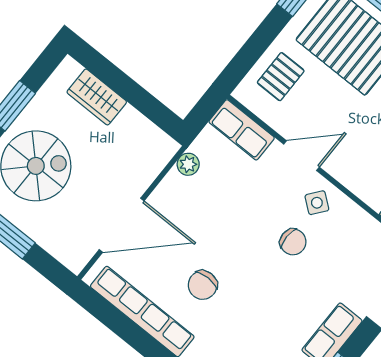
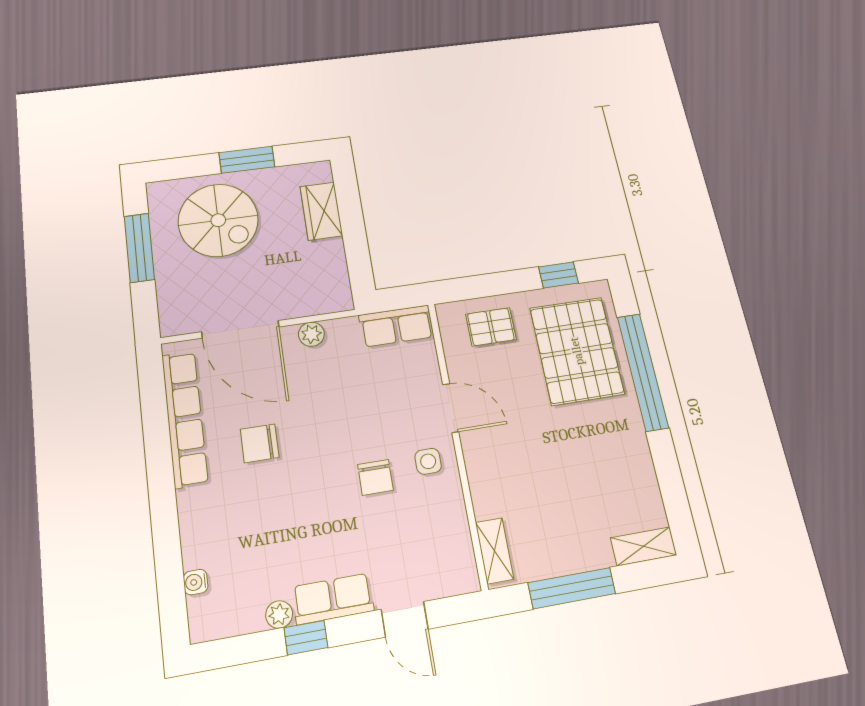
row of seats: (242, 130) -> (396, 326), moved, turned -90
plant: (188, 164) -> (311, 334), moved
side table: (317, 203) -> (428, 461), turned -38

